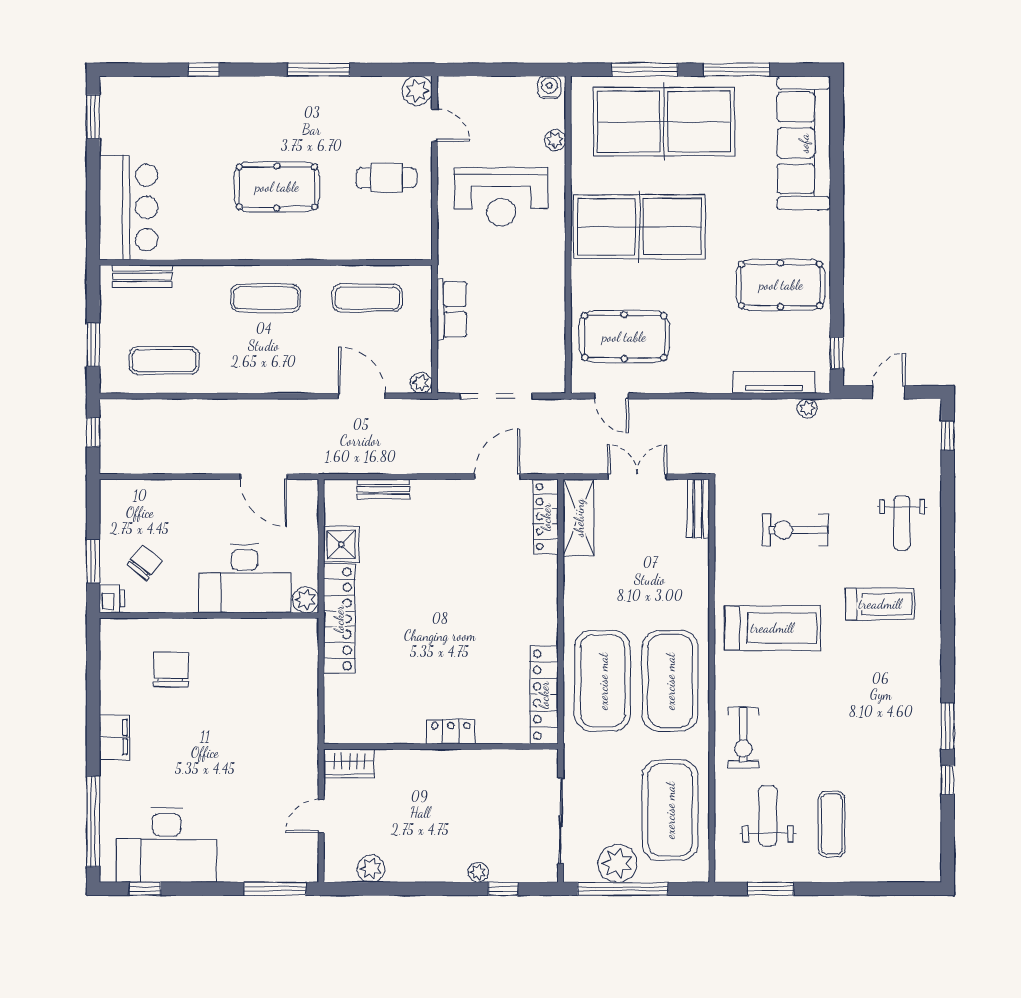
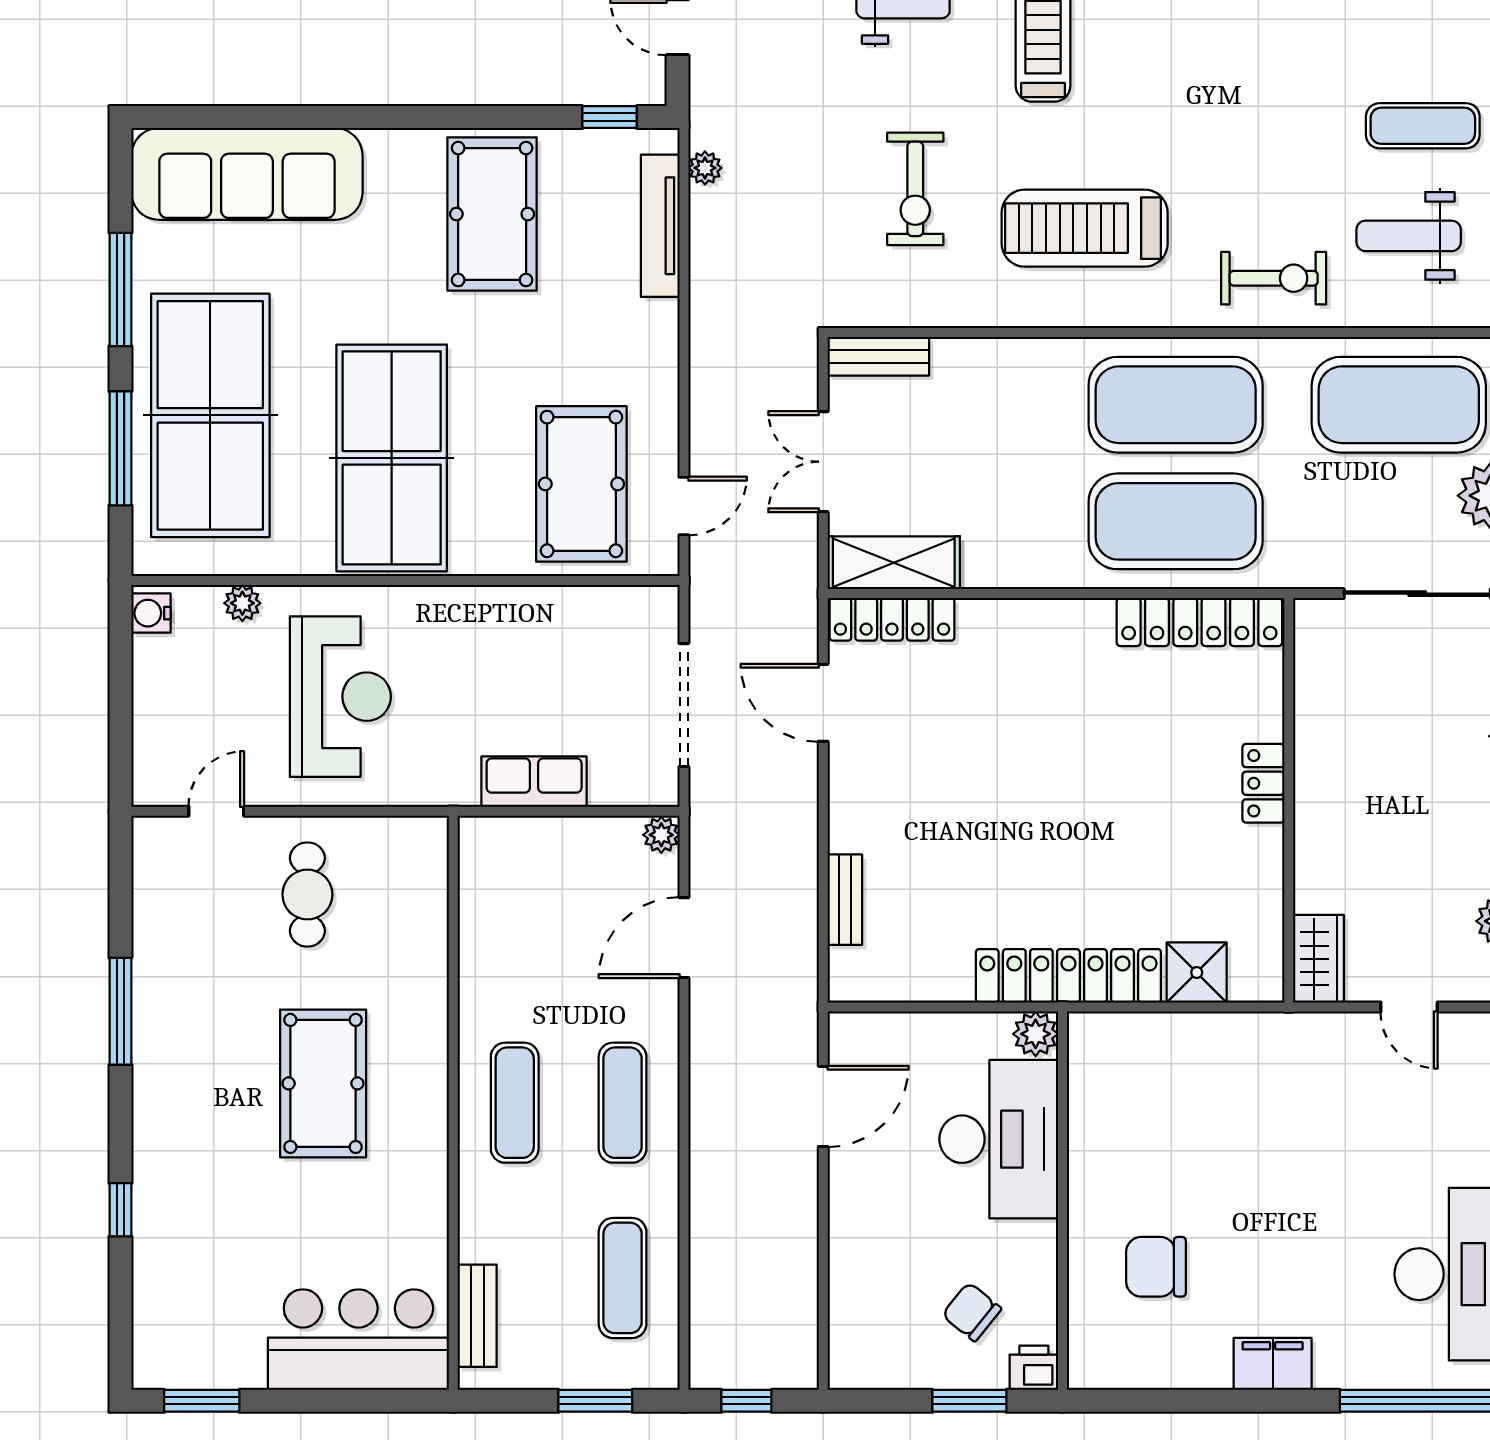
plant: (417, 91) -> (157, 841), removed
exercise mat: (367, 298) -> (623, 1103), moved
shower: (341, 544) -> (1197, 973), moved
treadmill: (772, 628) -> (1085, 228), turned -90

